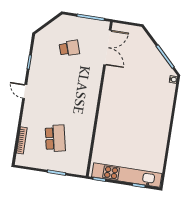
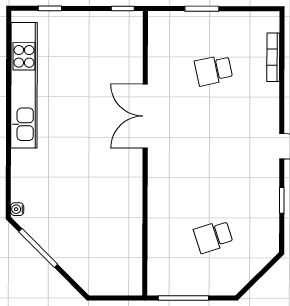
double door: (107, 47) -> (145, 116), moved
school desk: (55, 138) -> (214, 70), width x0.54
kitchen unit: (127, 175) -> (24, 85), moved, turned -90

